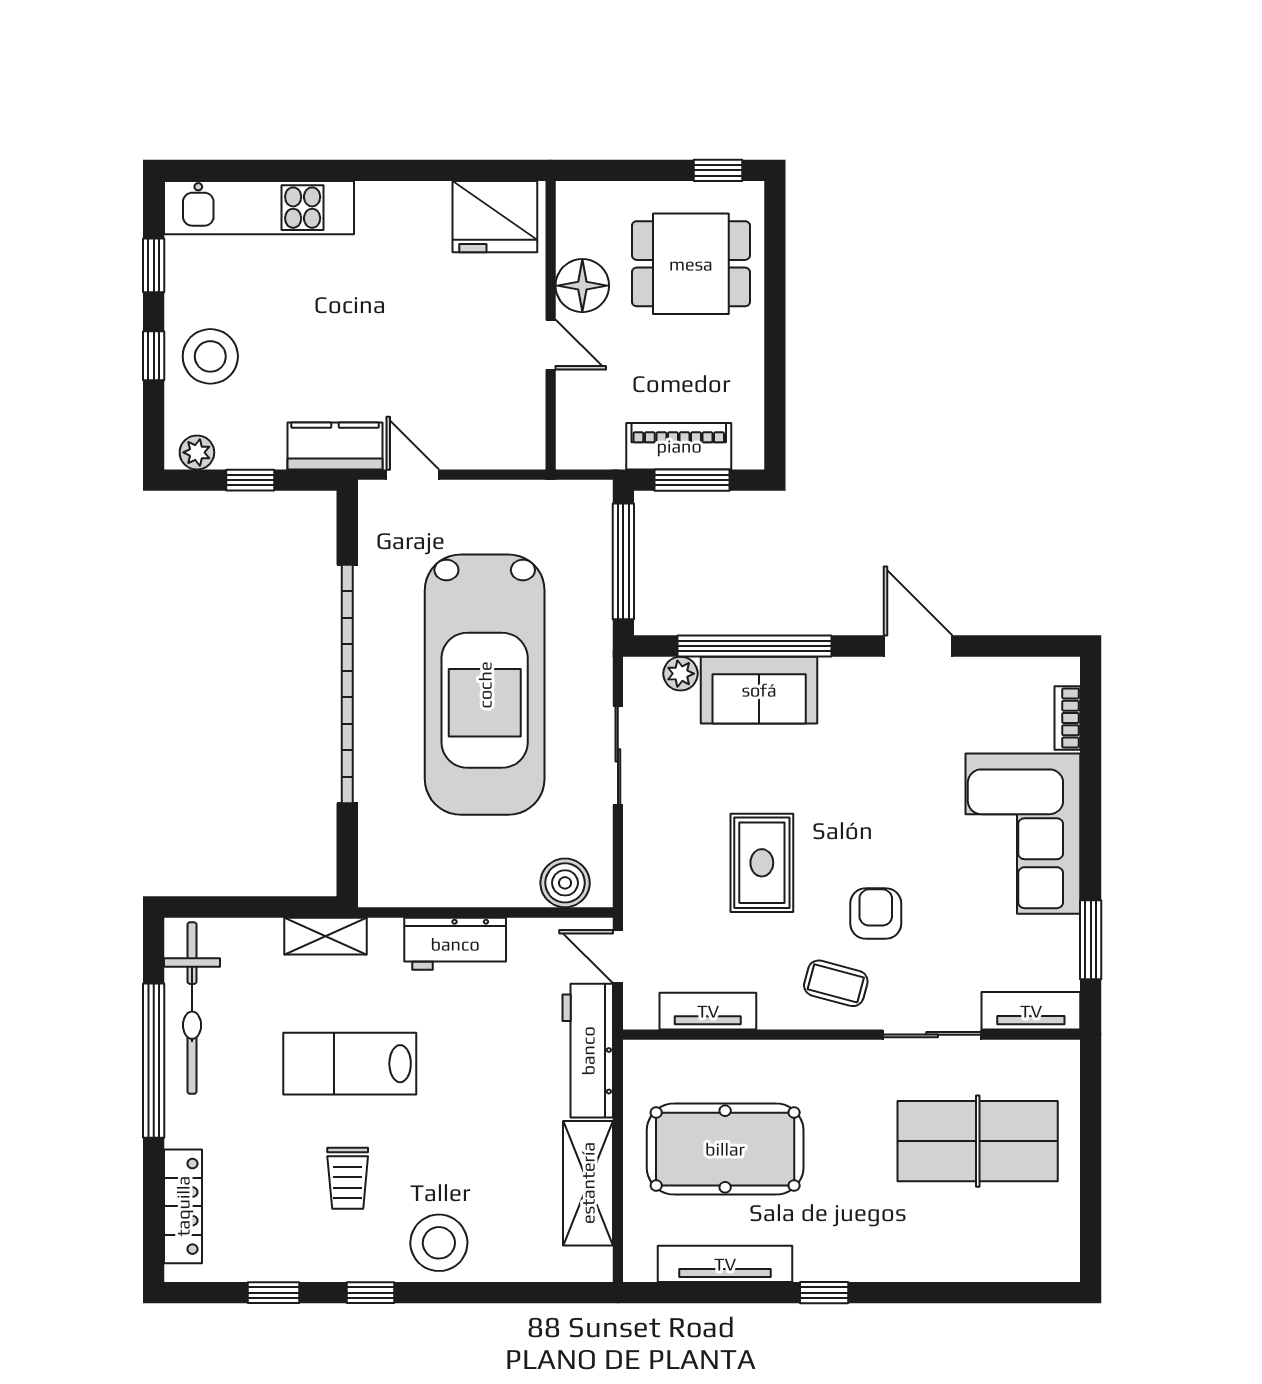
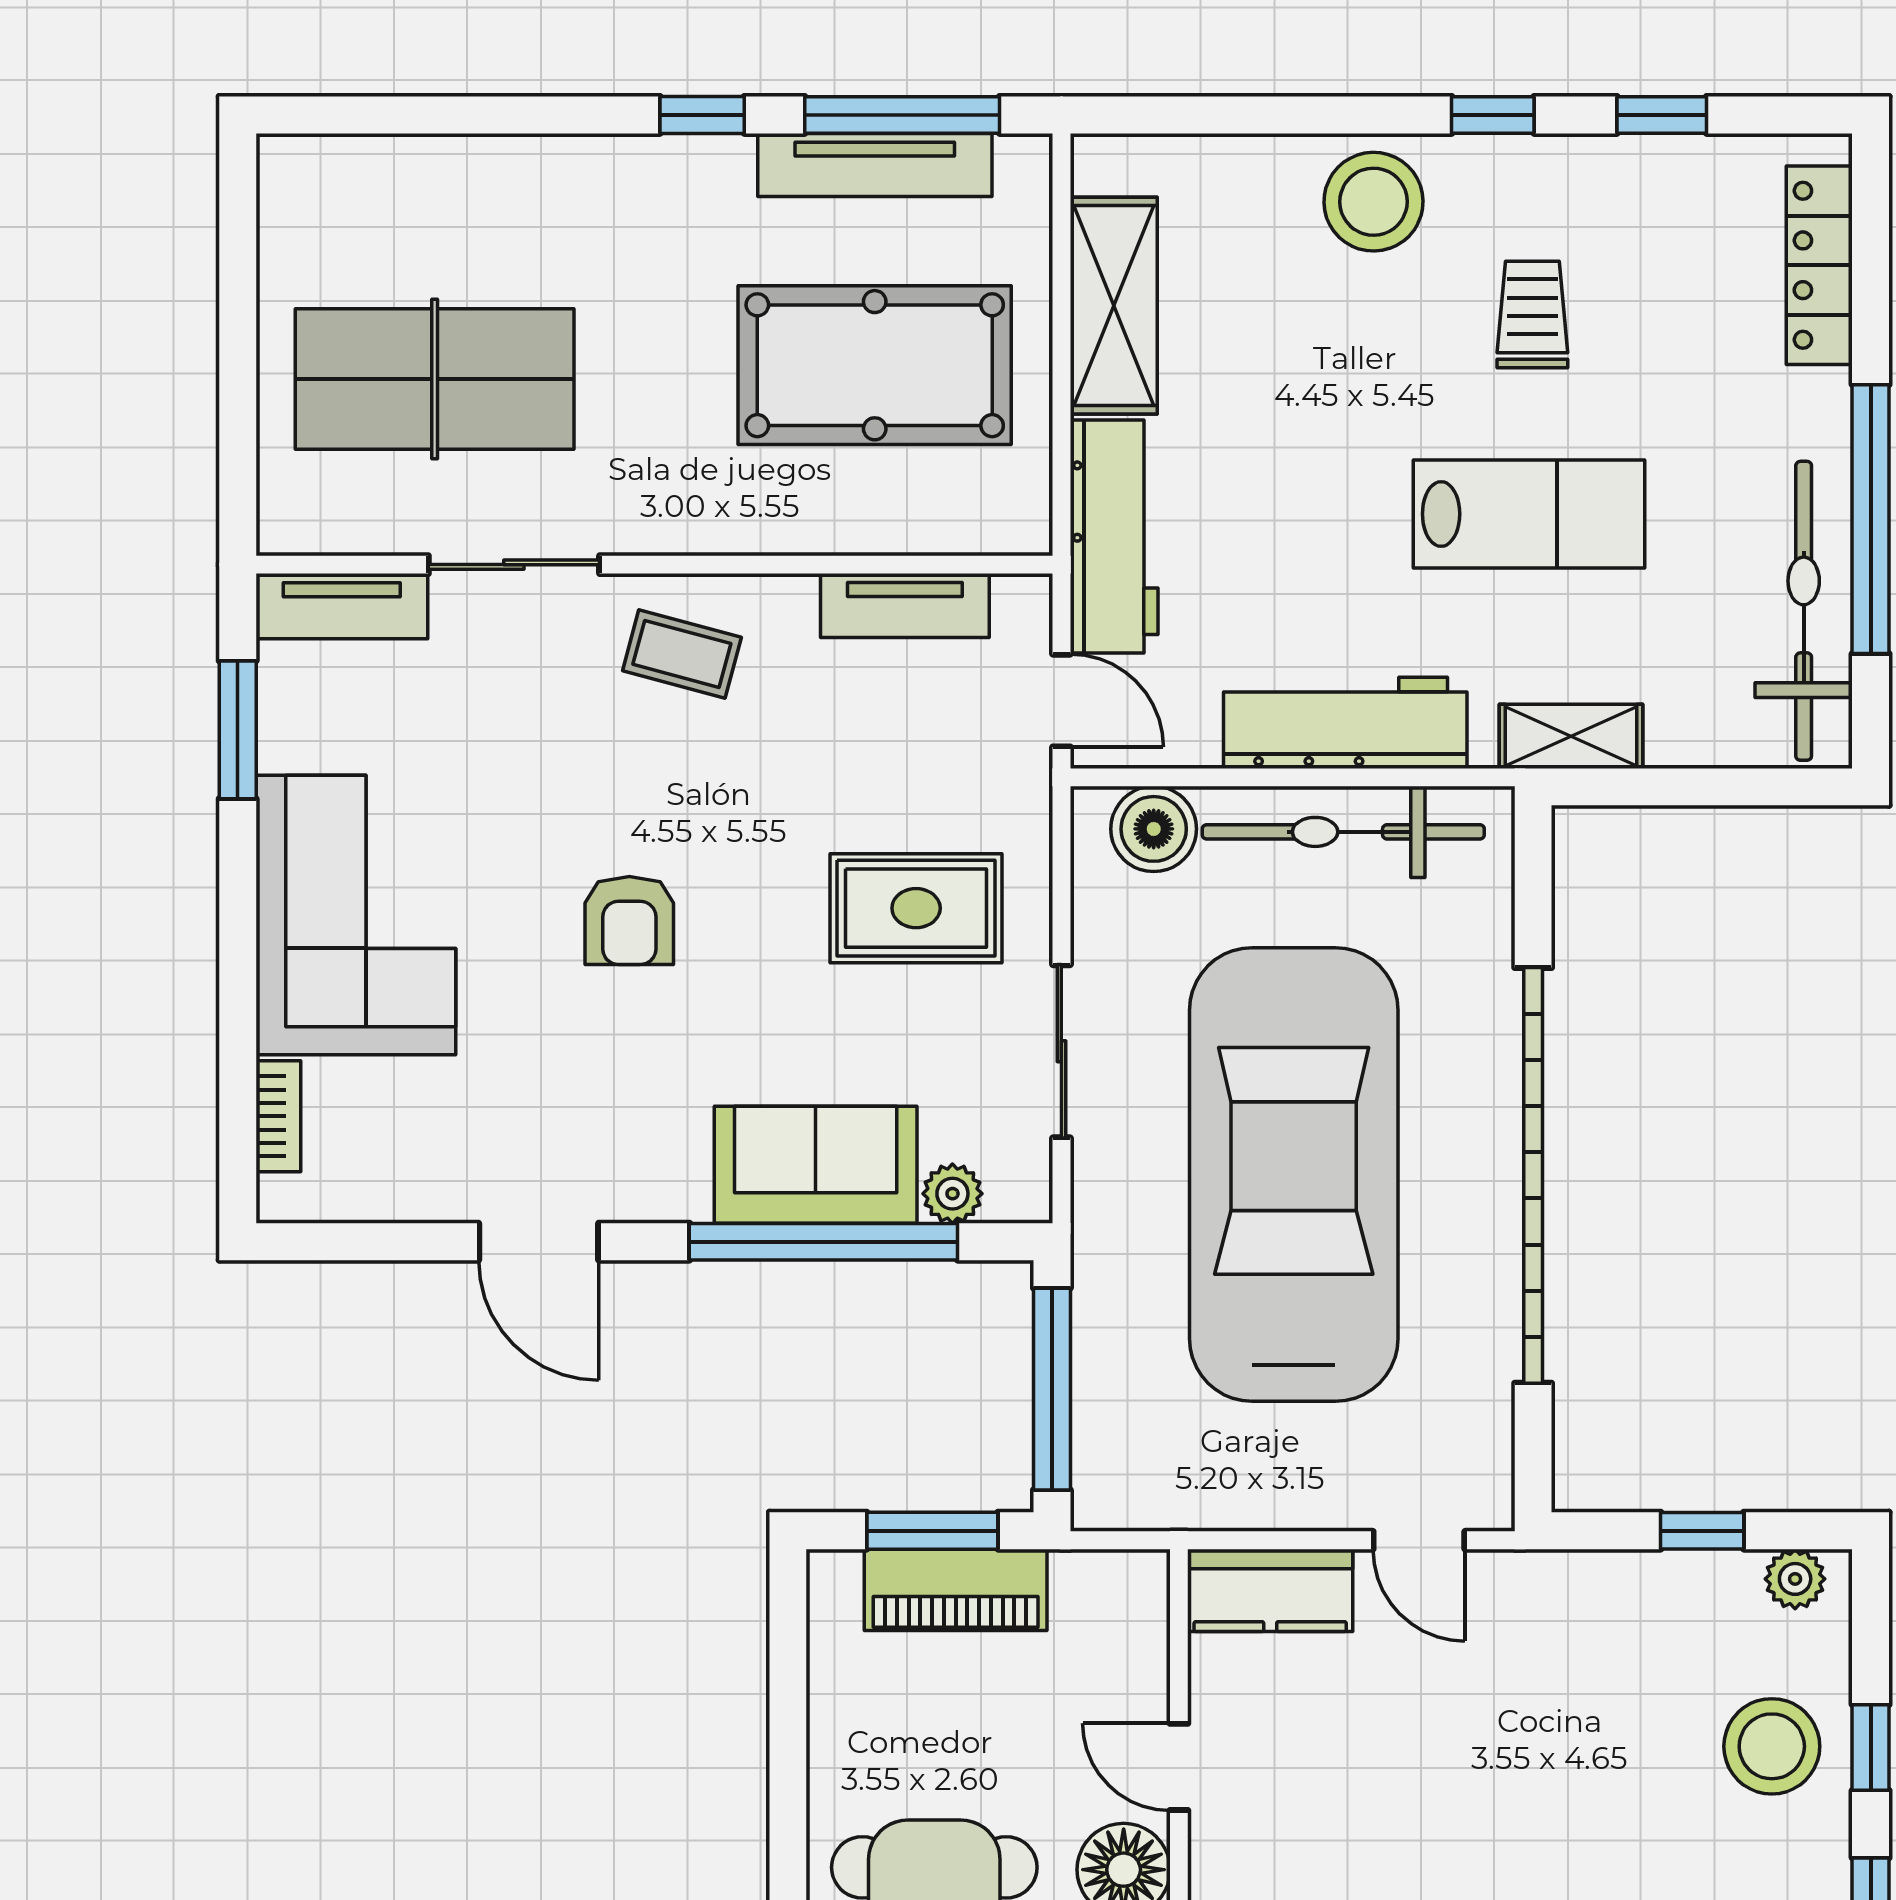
kitchen counter: (335, 446) -> (1270, 1590), moved
rug: (762, 863) -> (916, 908), moved, turned 90
bicycle: (456, 881) -> (1343, 832), added
armchair: (876, 913) -> (629, 921), moved
workbench: (455, 944) -> (1345, 723), width x1.37
window: (709, 1293) -> (902, 115), added

